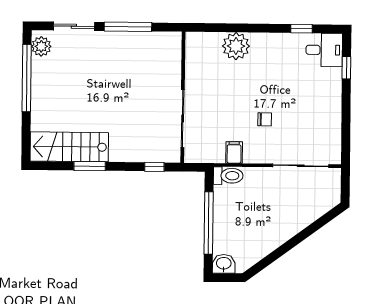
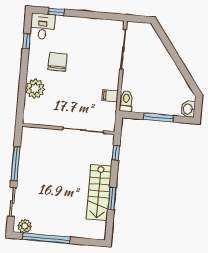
chair: (265, 119) -> (57, 62), moved, width x1.87, depth x1.87
stairs: (69, 147) -> (99, 193), moved
window: (209, 223) -> (158, 118), width x0.68

